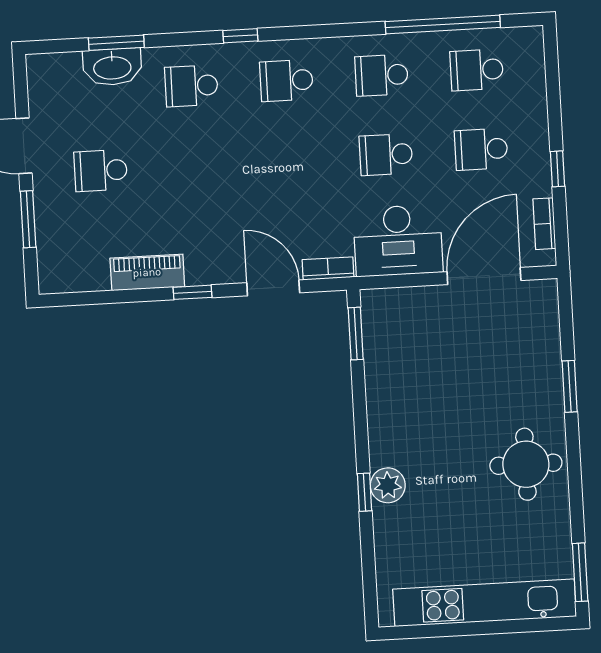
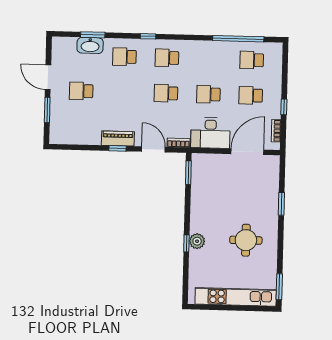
school desk: (382, 75) -> (166, 93), moved
piano: (147, 272) -> (118, 138), moved
round table: (526, 464) -> (246, 240), moved

